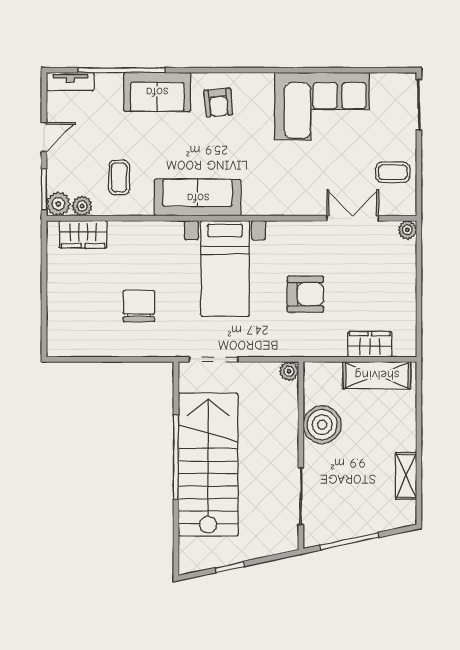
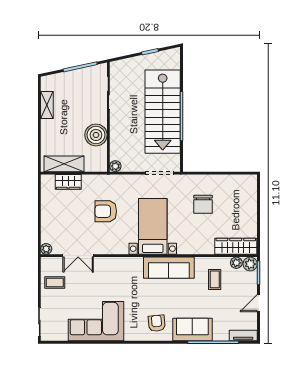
wardrobe: (83, 234) -> (236, 246), width x1.50

